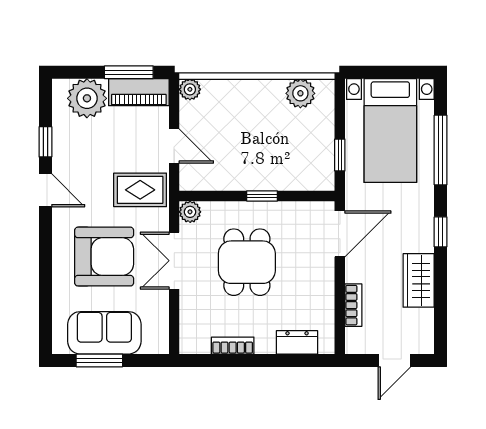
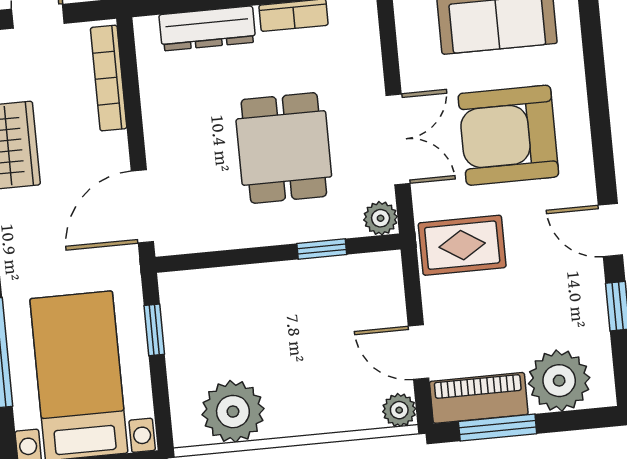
plant: (300, 93) -> (233, 412), width x1.36, depth x1.36
door: (174, 146) -> (419, 352), moved
window: (262, 196) -> (322, 249), moved
bookcase: (353, 305) -> (109, 78), width x1.56
dresser: (297, 342) -> (207, 28), width x1.44

